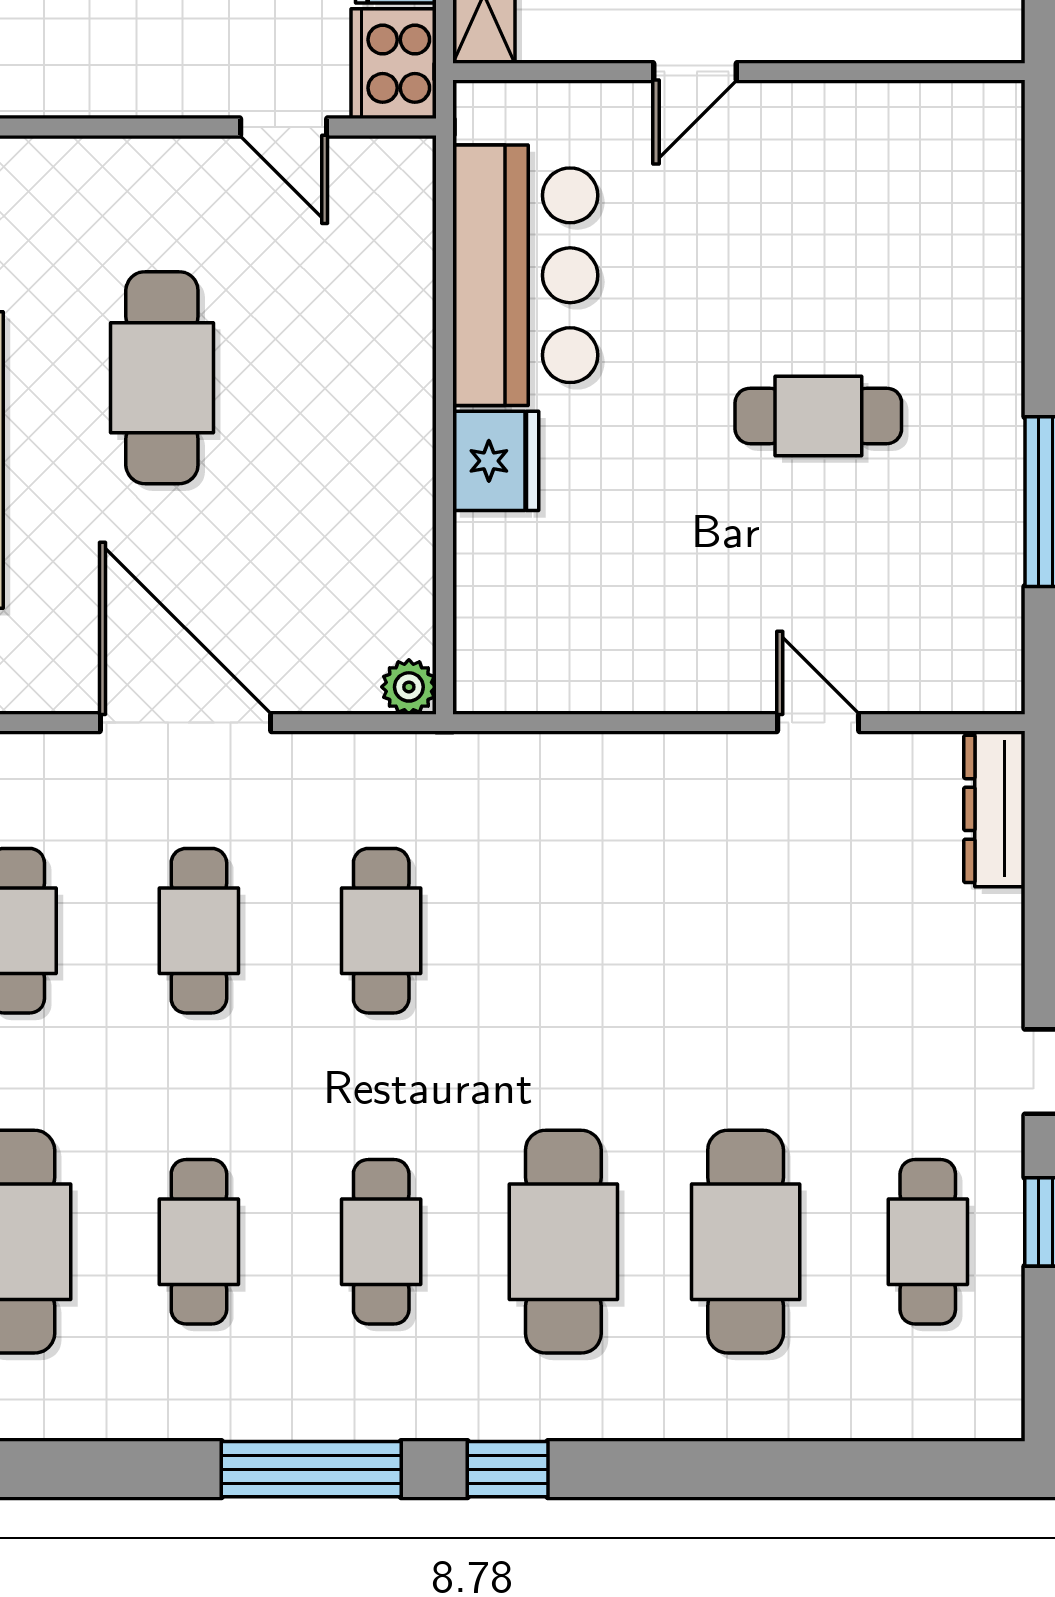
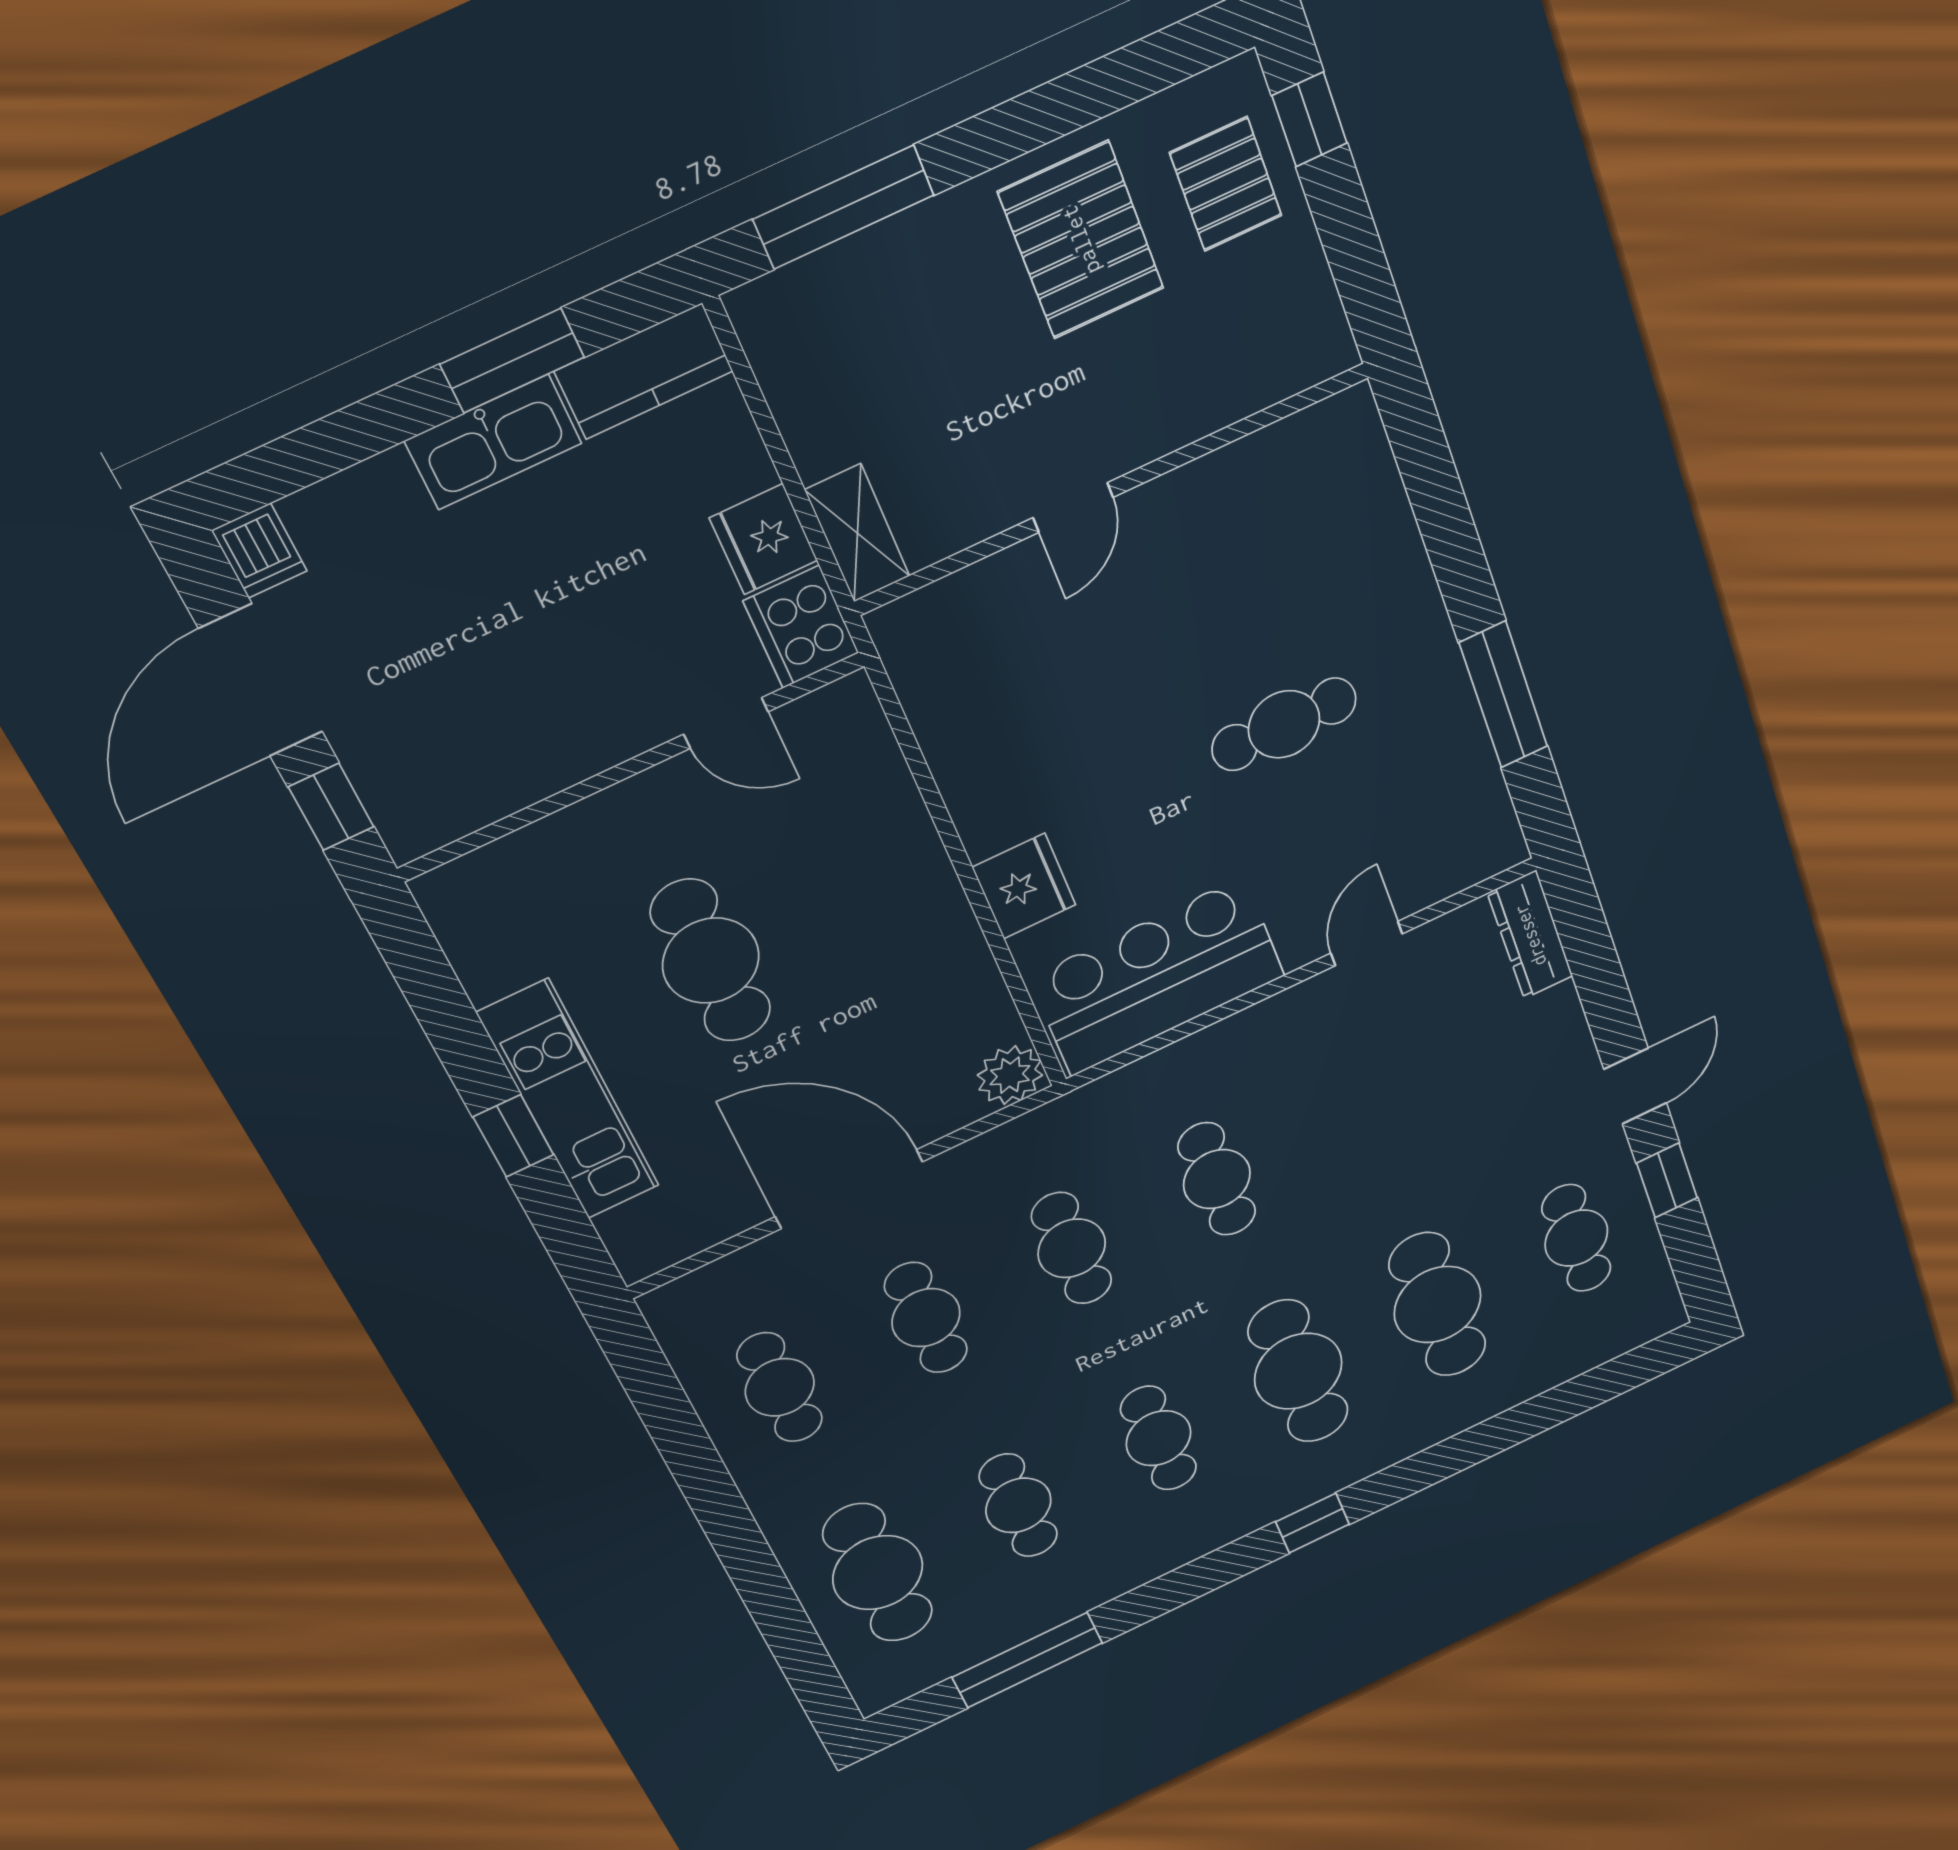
bar counter: (525, 275) -> (1157, 977), moved, turned -90
plant: (409, 687) -> (1010, 1075), width x1.38, depth x1.38
door: (818, 723) -> (1367, 944), hinge flipped
cafe table: (563, 931) -> (1217, 1179), added
window: (311, 1469) -> (1027, 1660), moved

